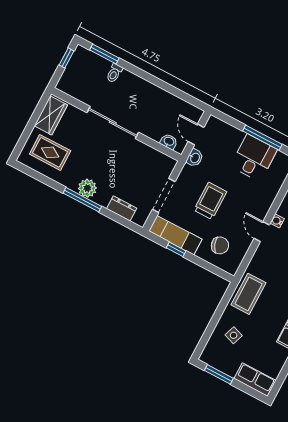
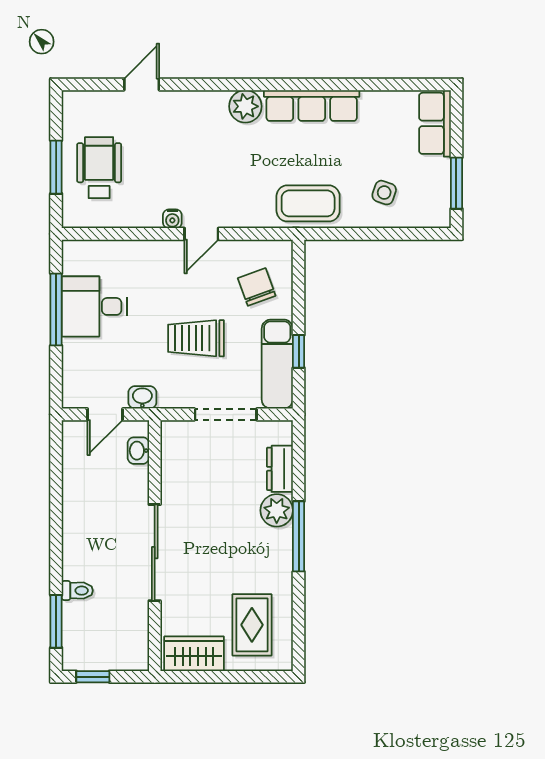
plant: (87, 188) -> (277, 510), moved

